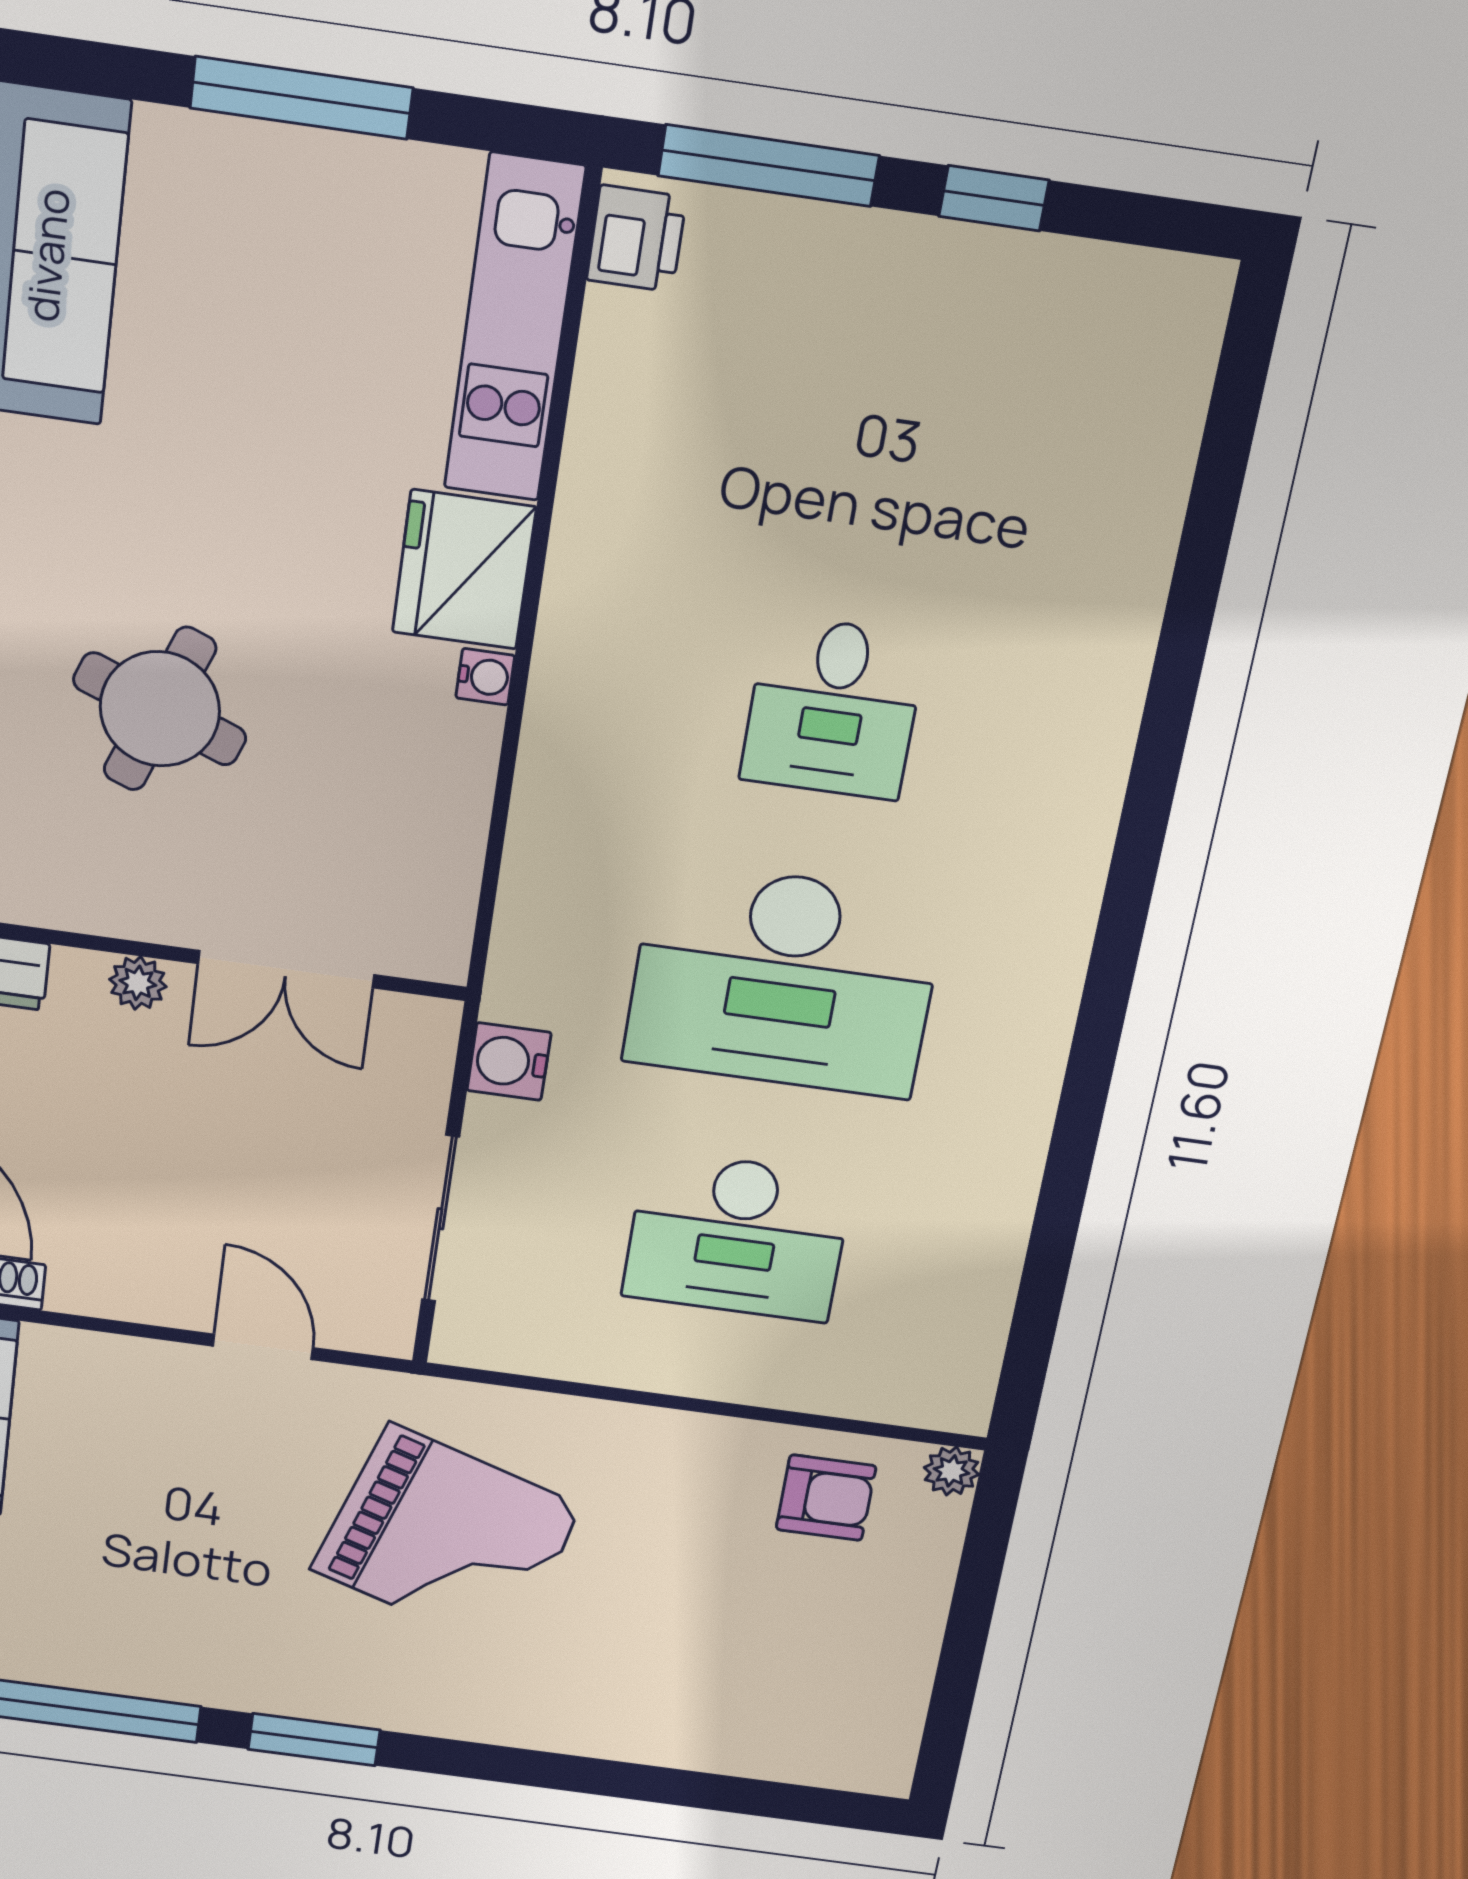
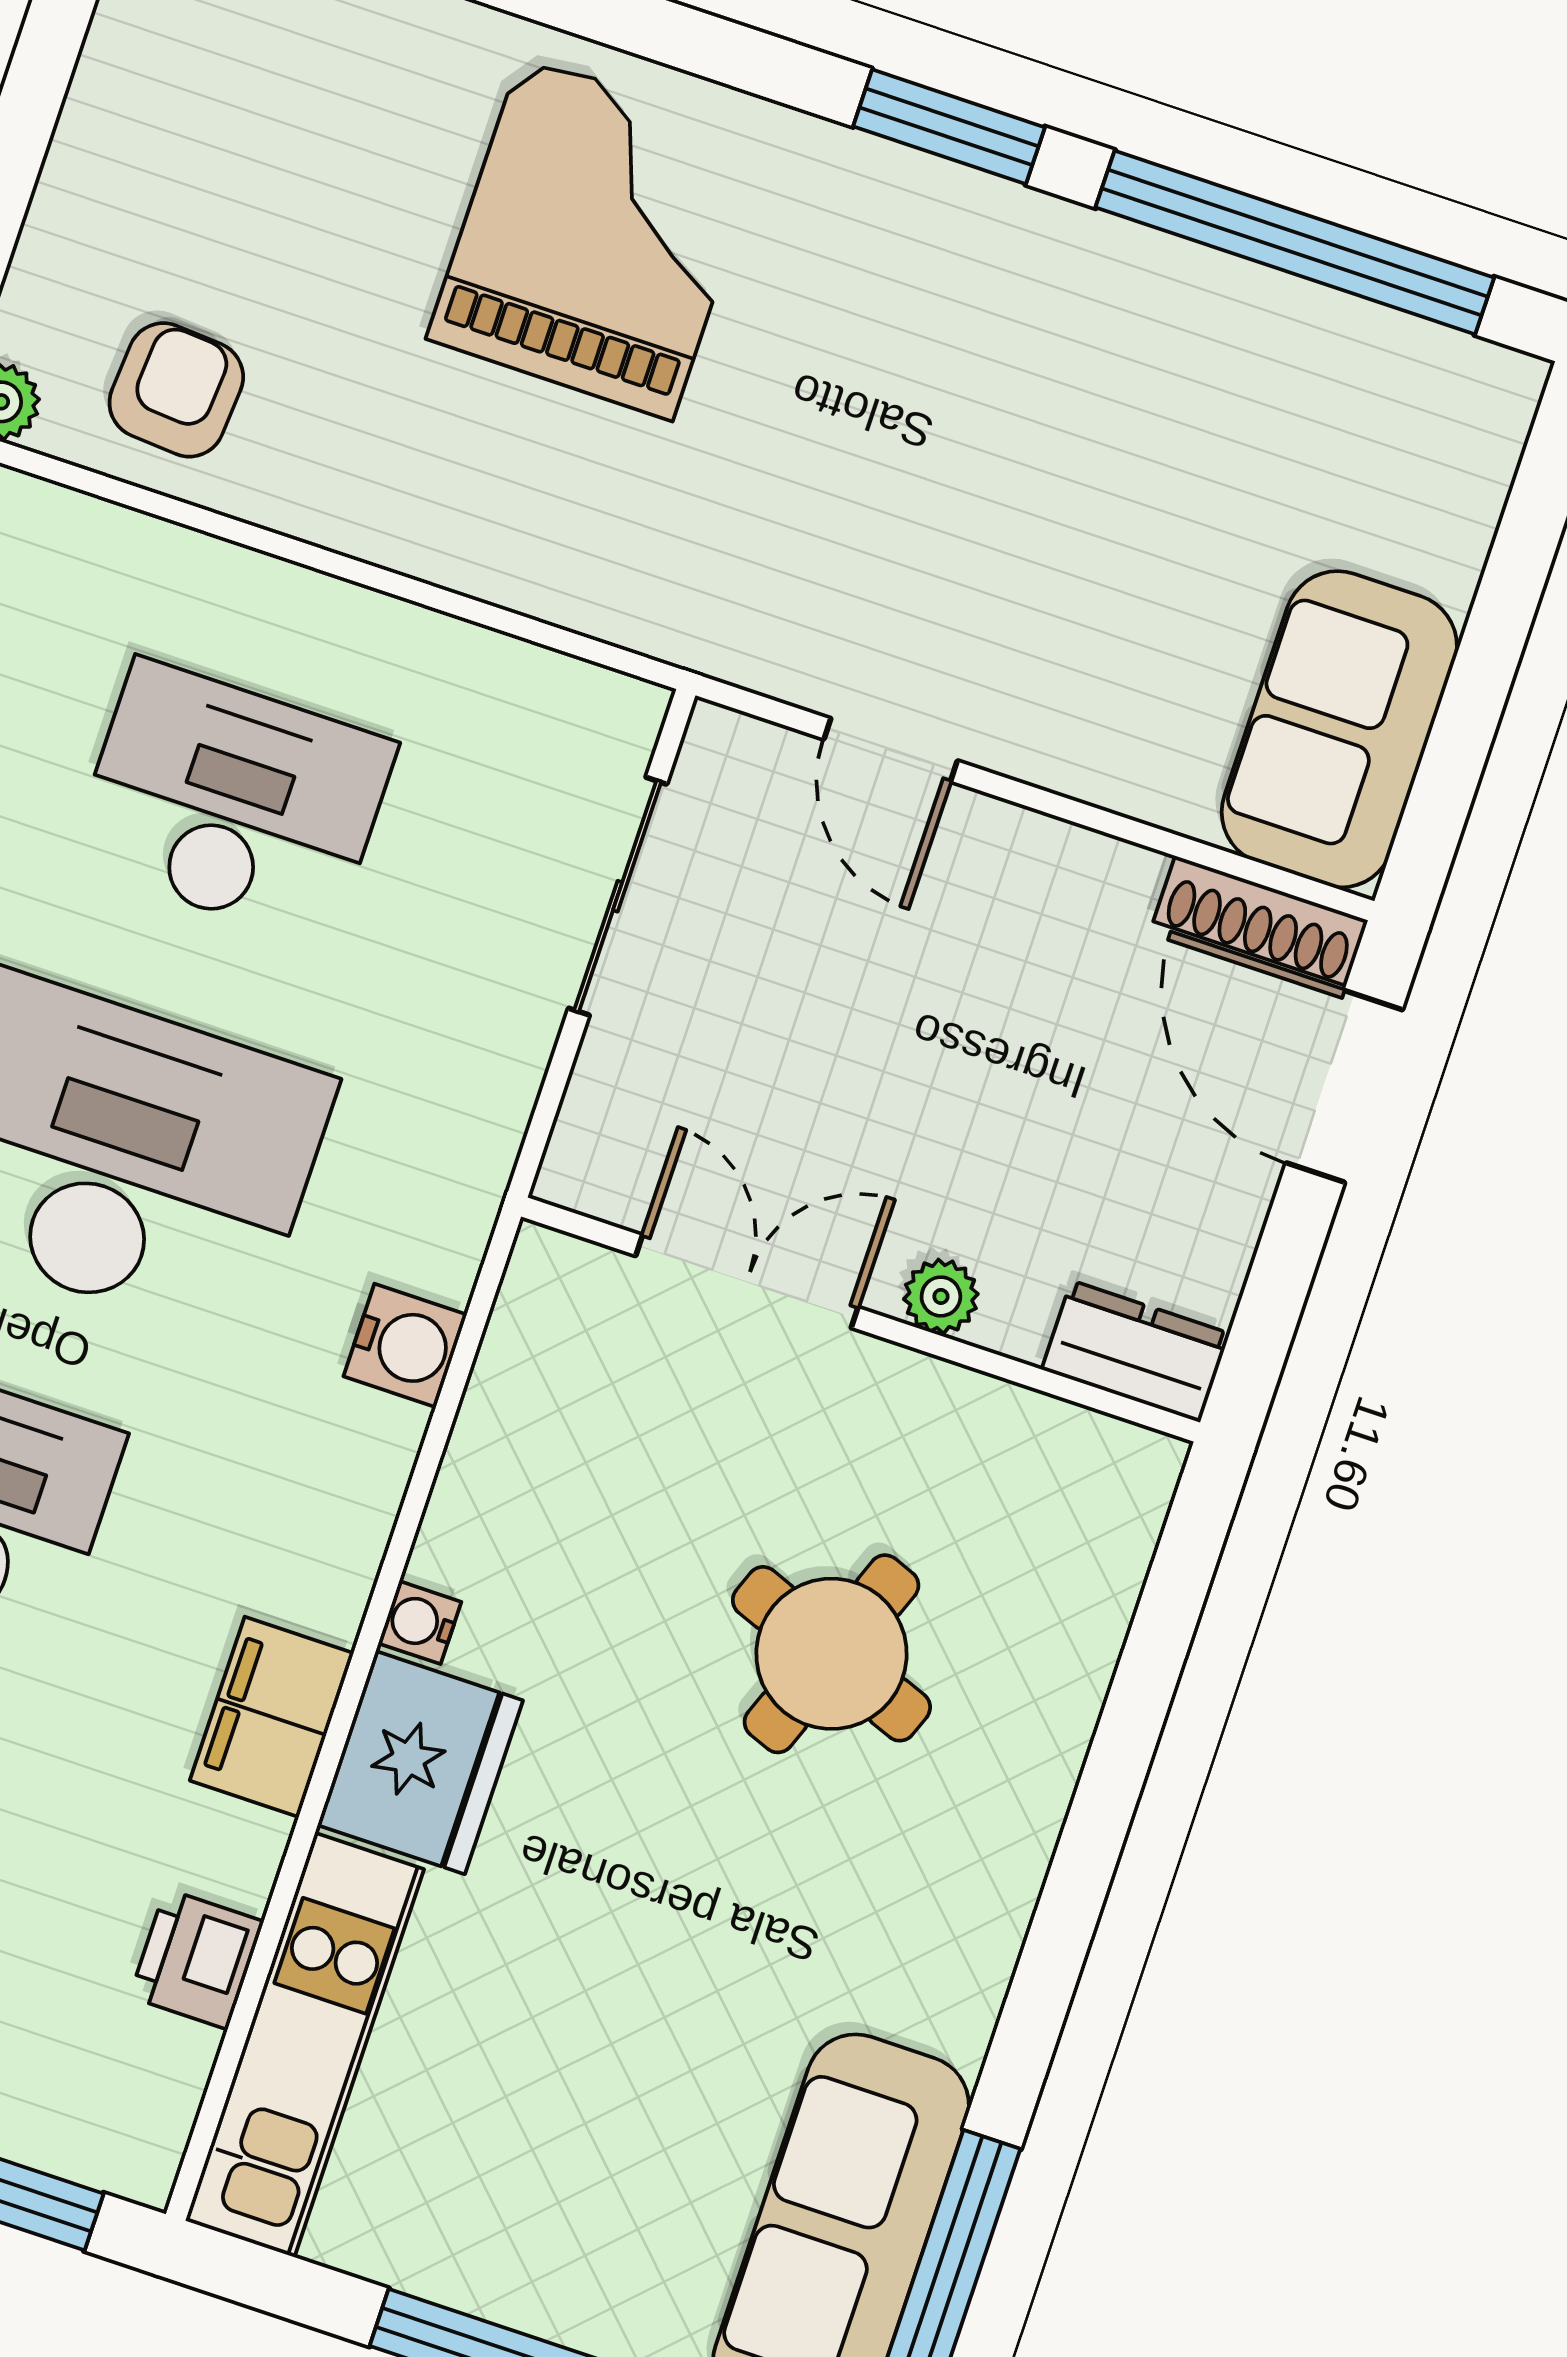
printer: (636, 239) -> (197, 1959), moved
filing cabinet: (588, 584) -> (272, 1717), added
water cooler: (509, 1062) -> (405, 1345), moved
armchair: (826, 1498) -> (176, 390), turned 94
grand piano: (447, 1539) -> (597, 238), moved, turned 72

